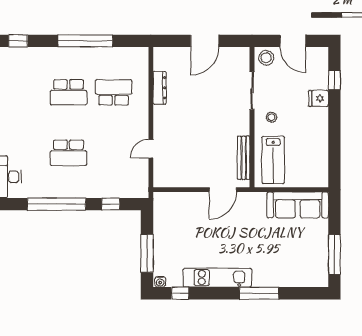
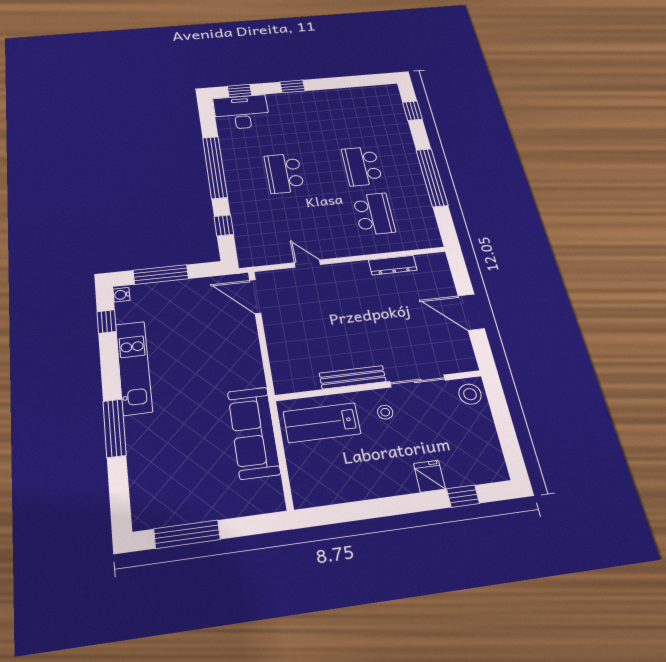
door: (293, 41) -> (505, 428), removed
bench: (244, 158) -> (353, 377), moved
door: (223, 190) -> (255, 297), moved
sofa: (298, 205) -> (254, 432), moved

